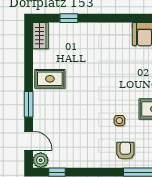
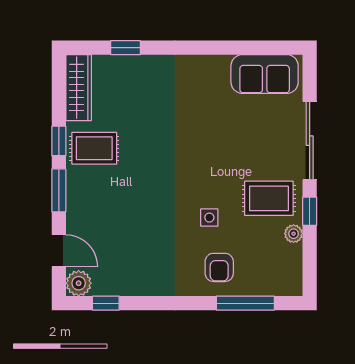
wardrobe: (41, 36) -> (79, 88), width x1.50
window: (29, 74) -> (59, 141), added
armchair: (125, 151) -> (219, 267), turned 180

